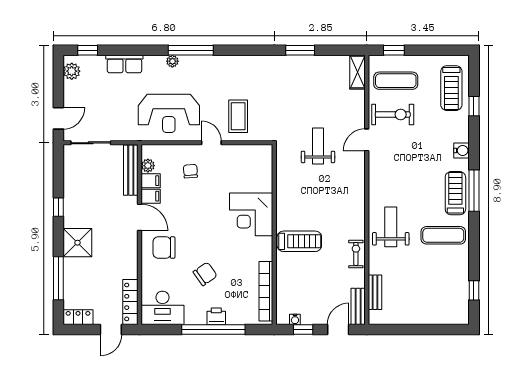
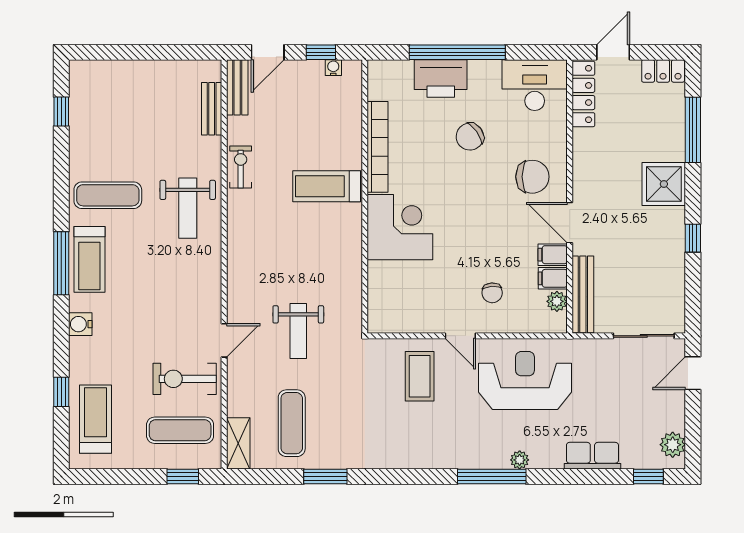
exercise mat: (322, 85) -> (292, 423), added
exercise bike: (356, 254) -> (241, 167), turned 180
bookcase: (266, 291) -> (378, 147), moved
printer: (216, 316) -> (441, 78), width x1.87, depth x1.48

